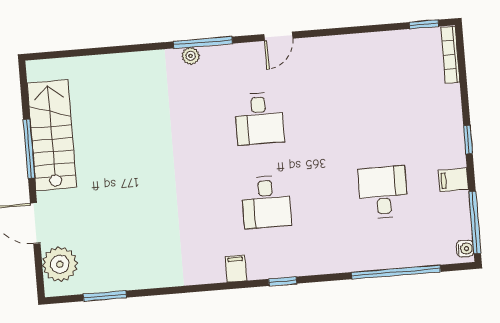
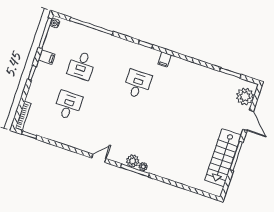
plant: (214, 58) -> (133, 161), added
desk: (259, 119) -> (68, 105), moved

